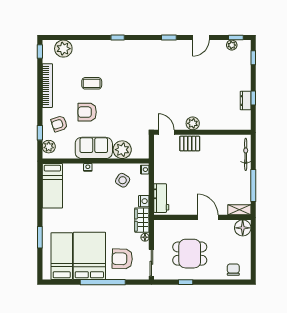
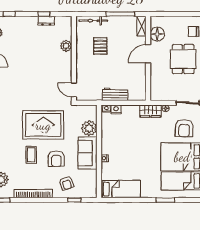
rug: (126, 97) -> (43, 125), added
plant: (193, 123) -> (66, 46), moved
door: (166, 132) -> (74, 90), hinge flipped
pallet: (190, 144) -> (100, 46), moved
plant: (49, 147) -> (86, 192), removed
side table: (123, 180) -> (116, 128), removed
workbench: (161, 198) -> (115, 94), moved
nightstand: (144, 201) -> (116, 109), moved
floor lamp: (243, 228) -> (157, 34), moved
dining table: (190, 254) -> (183, 59), moved

